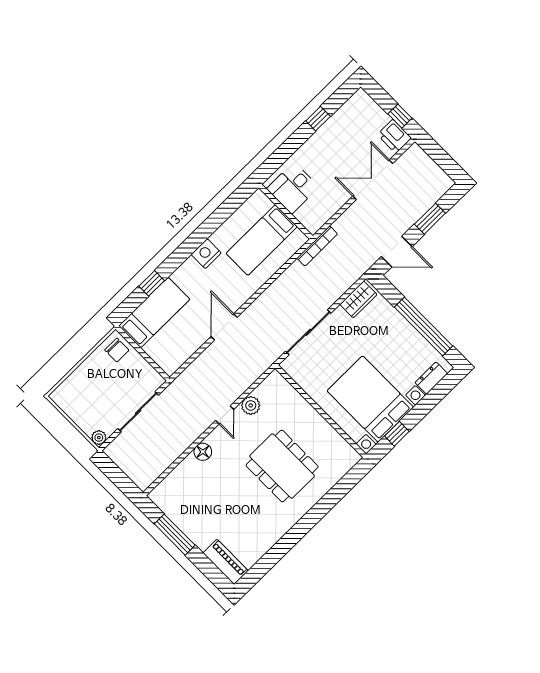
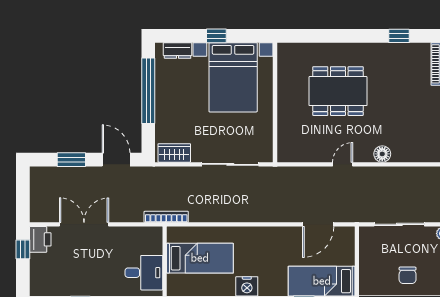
double door: (373, 180) -> (84, 224), swing flipped
door: (224, 327) -> (318, 224), moved
chair: (117, 350) -> (408, 275), moved, turned 180
plant: (251, 405) -> (319, 153), removed
window: (397, 434) -> (216, 36), moved
dining table: (282, 466) -> (338, 91), turned 90
window: (277, 552) -> (399, 36), added

